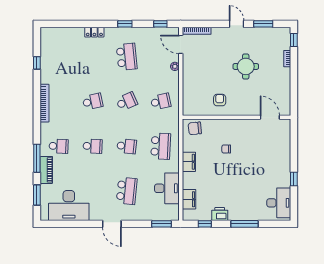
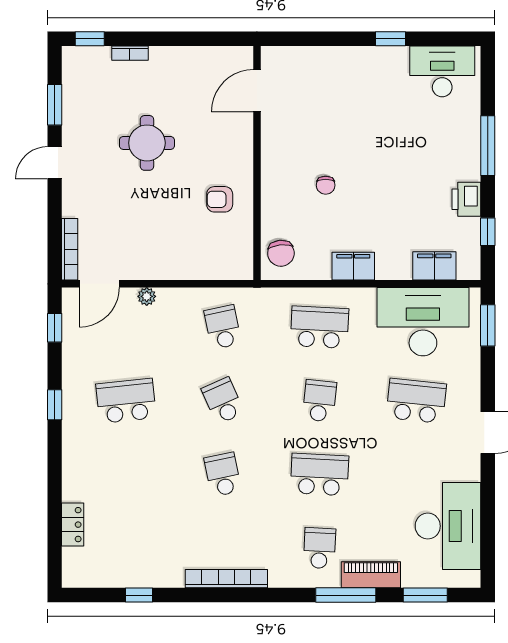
locker: (94, 32) -> (73, 525), moved
school desk: (93, 146) -> (320, 474), width x1.85
desk: (167, 188) -> (423, 322), width x1.36, depth x1.30

